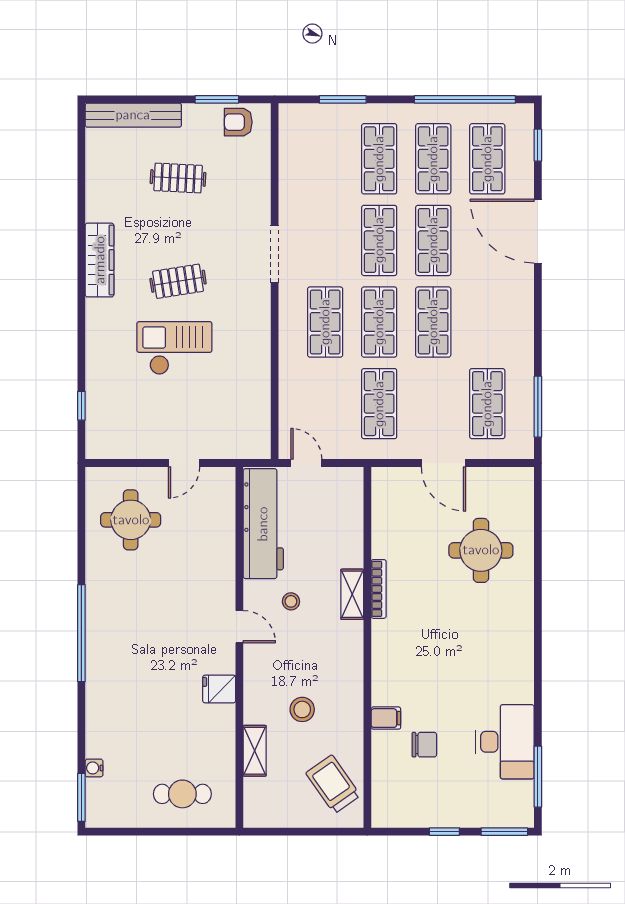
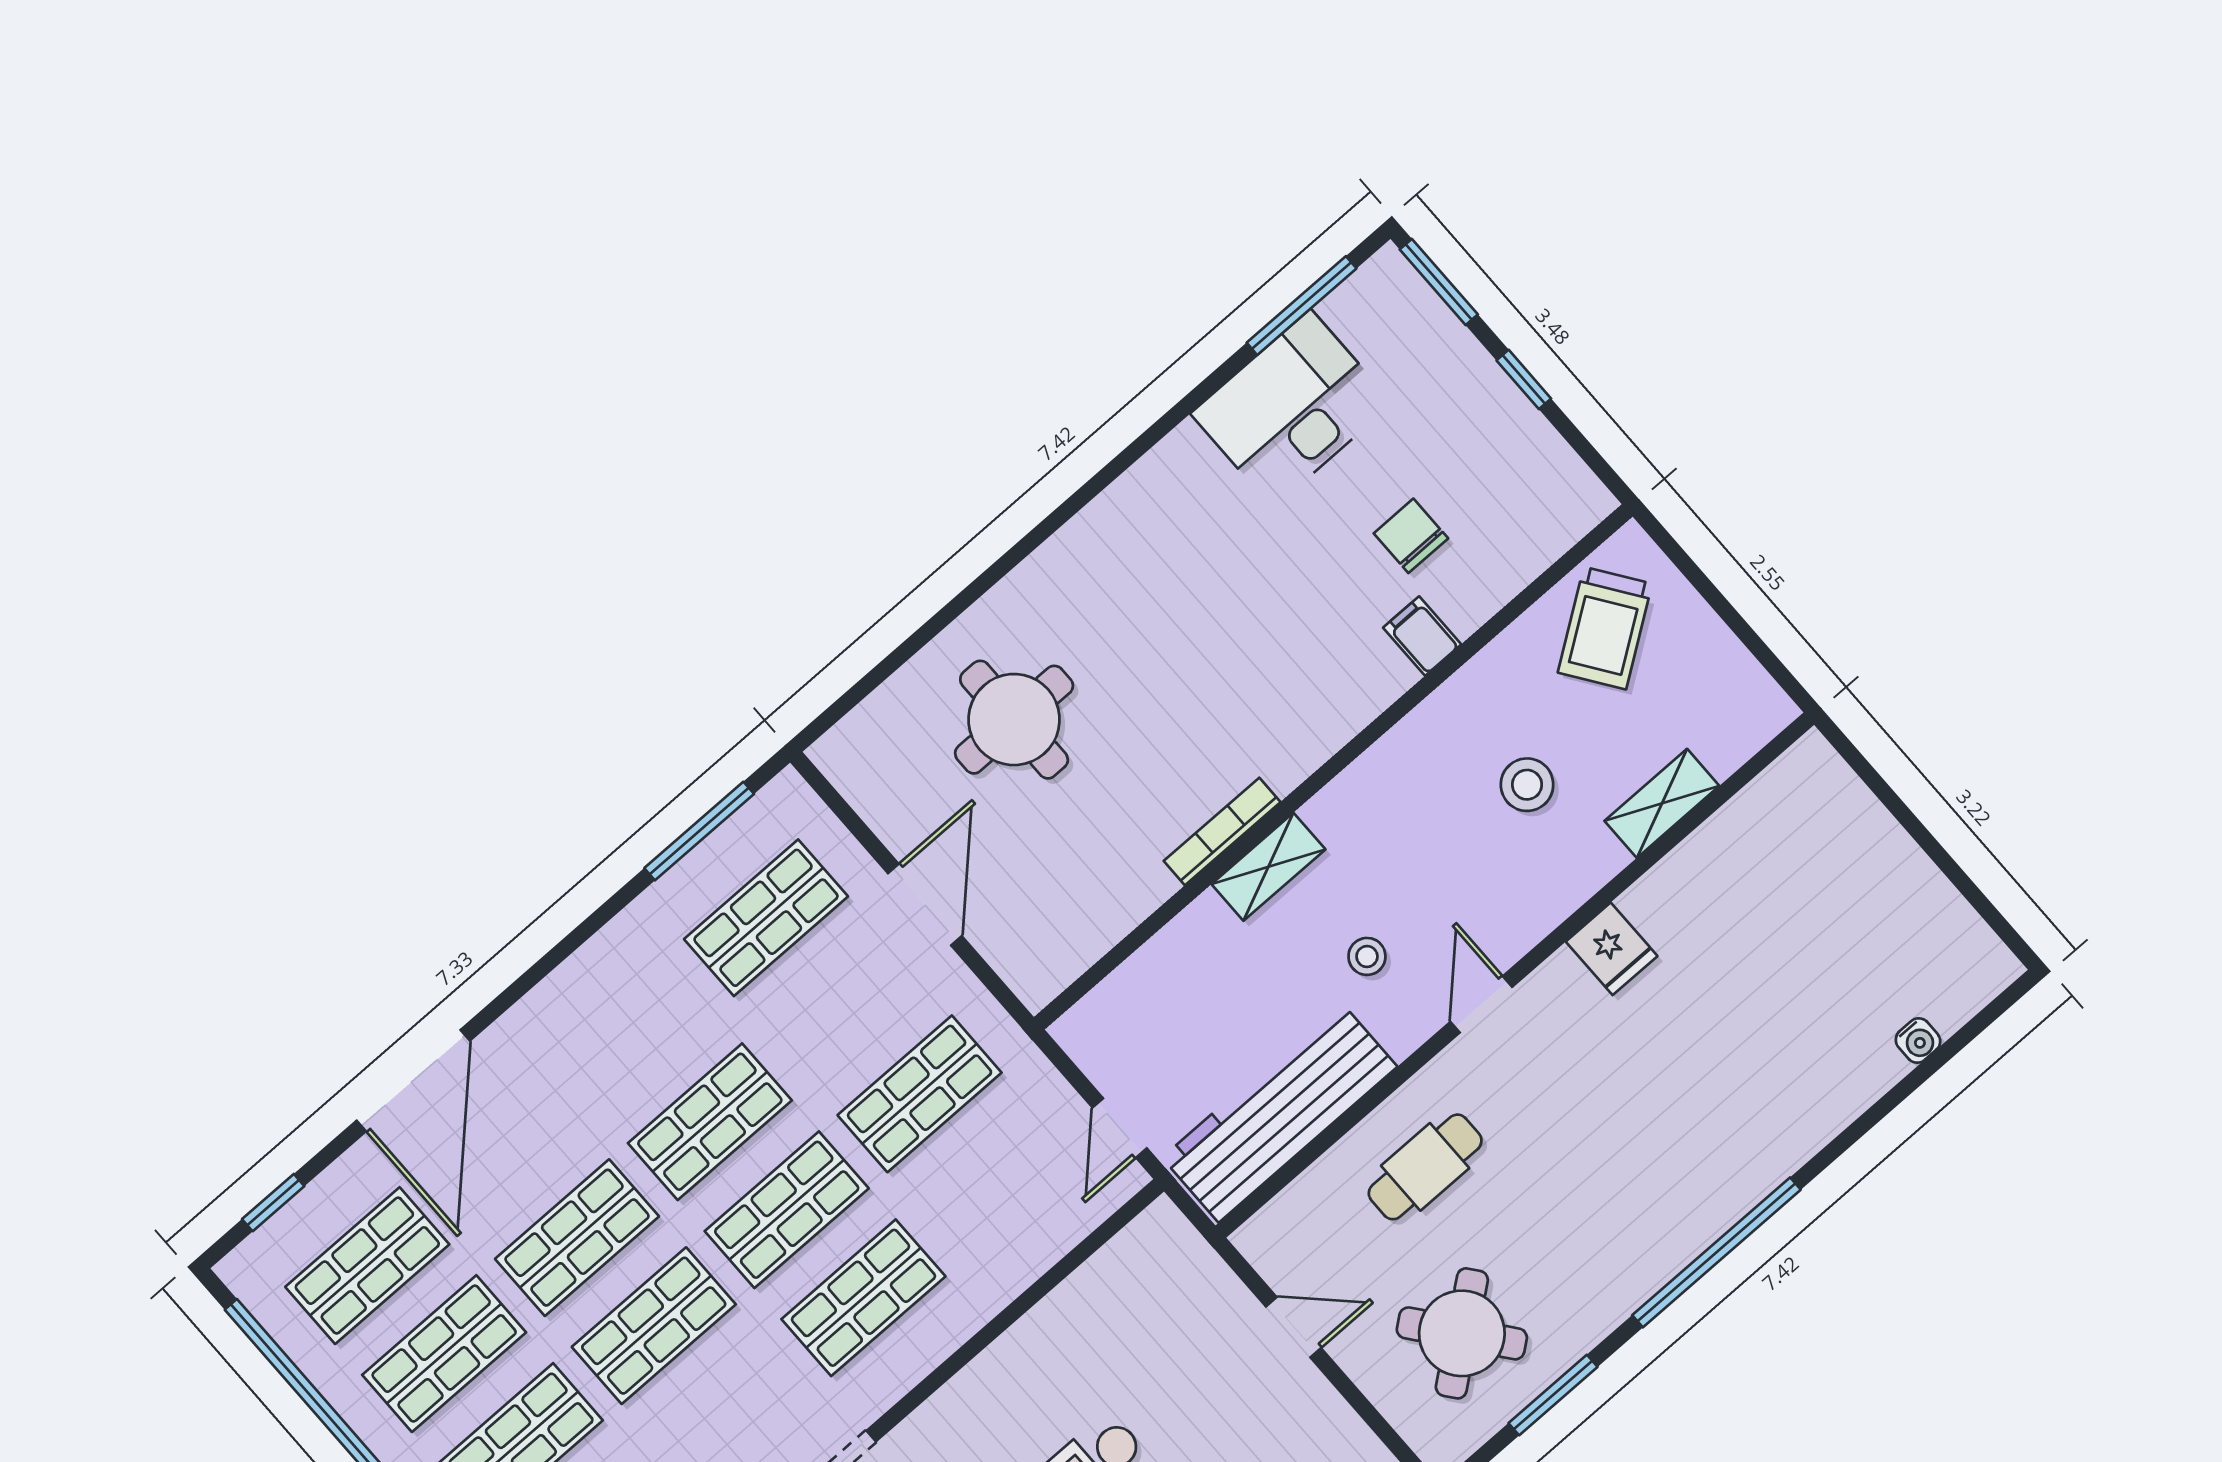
round table: (131, 520) -> (1462, 1333), turned -38
cafe table: (182, 794) -> (1425, 1167), moved, turned 90
window: (81, 797) -> (1553, 1395), moved

